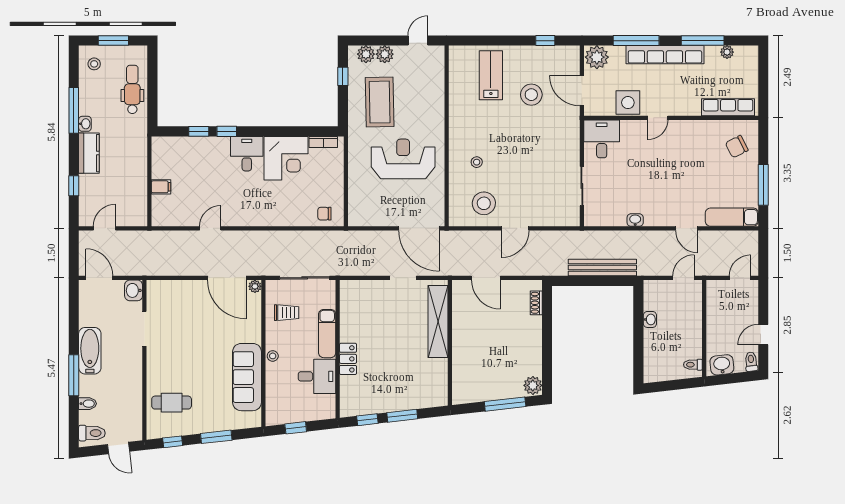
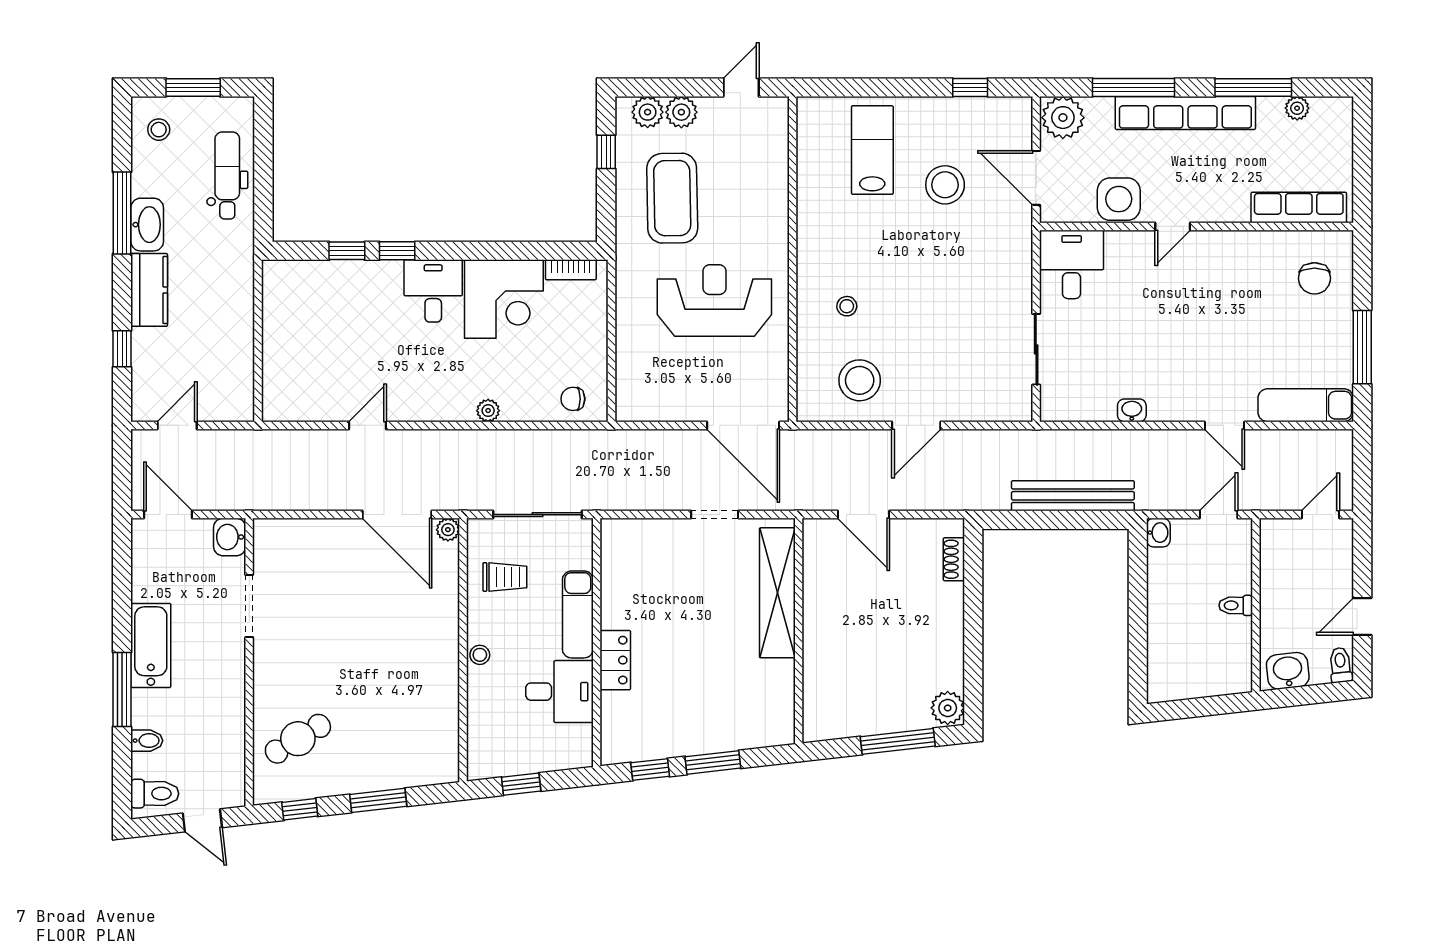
washbasin: (85, 124) -> (147, 225), width x1.91, depth x1.45
chair: (737, 147) -> (1314, 278), turned -63
filing cabinet: (161, 187) -> (279, 351), removed
plant: (277, 220) -> (488, 411), added
washbasin: (650, 319) -> (1158, 533), moved
toilet: (693, 365) -> (1236, 605), moved
sofa: (247, 377) -> (434, 693), removed
cafe table: (172, 403) -> (298, 739), turned -31

